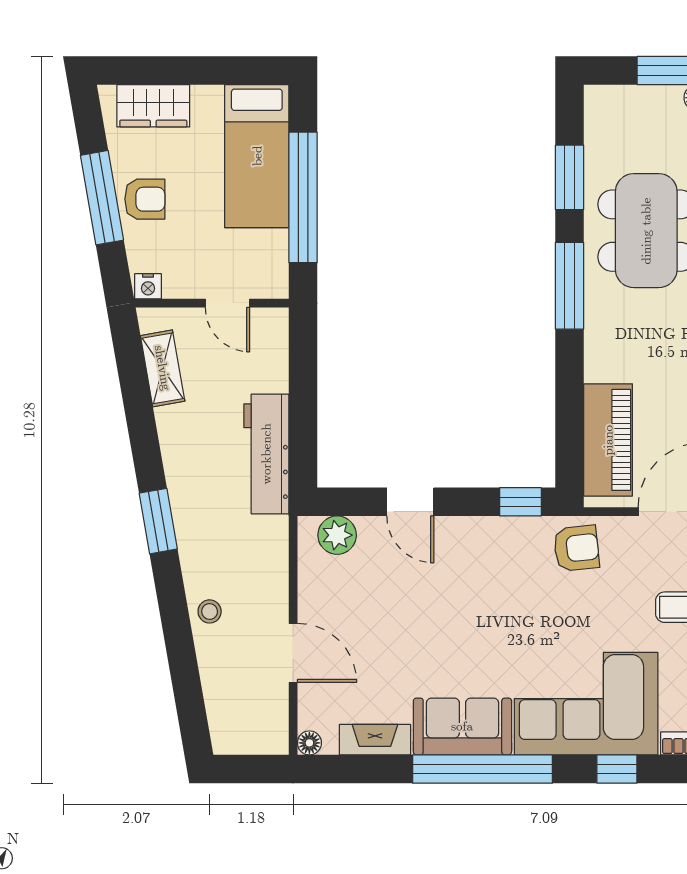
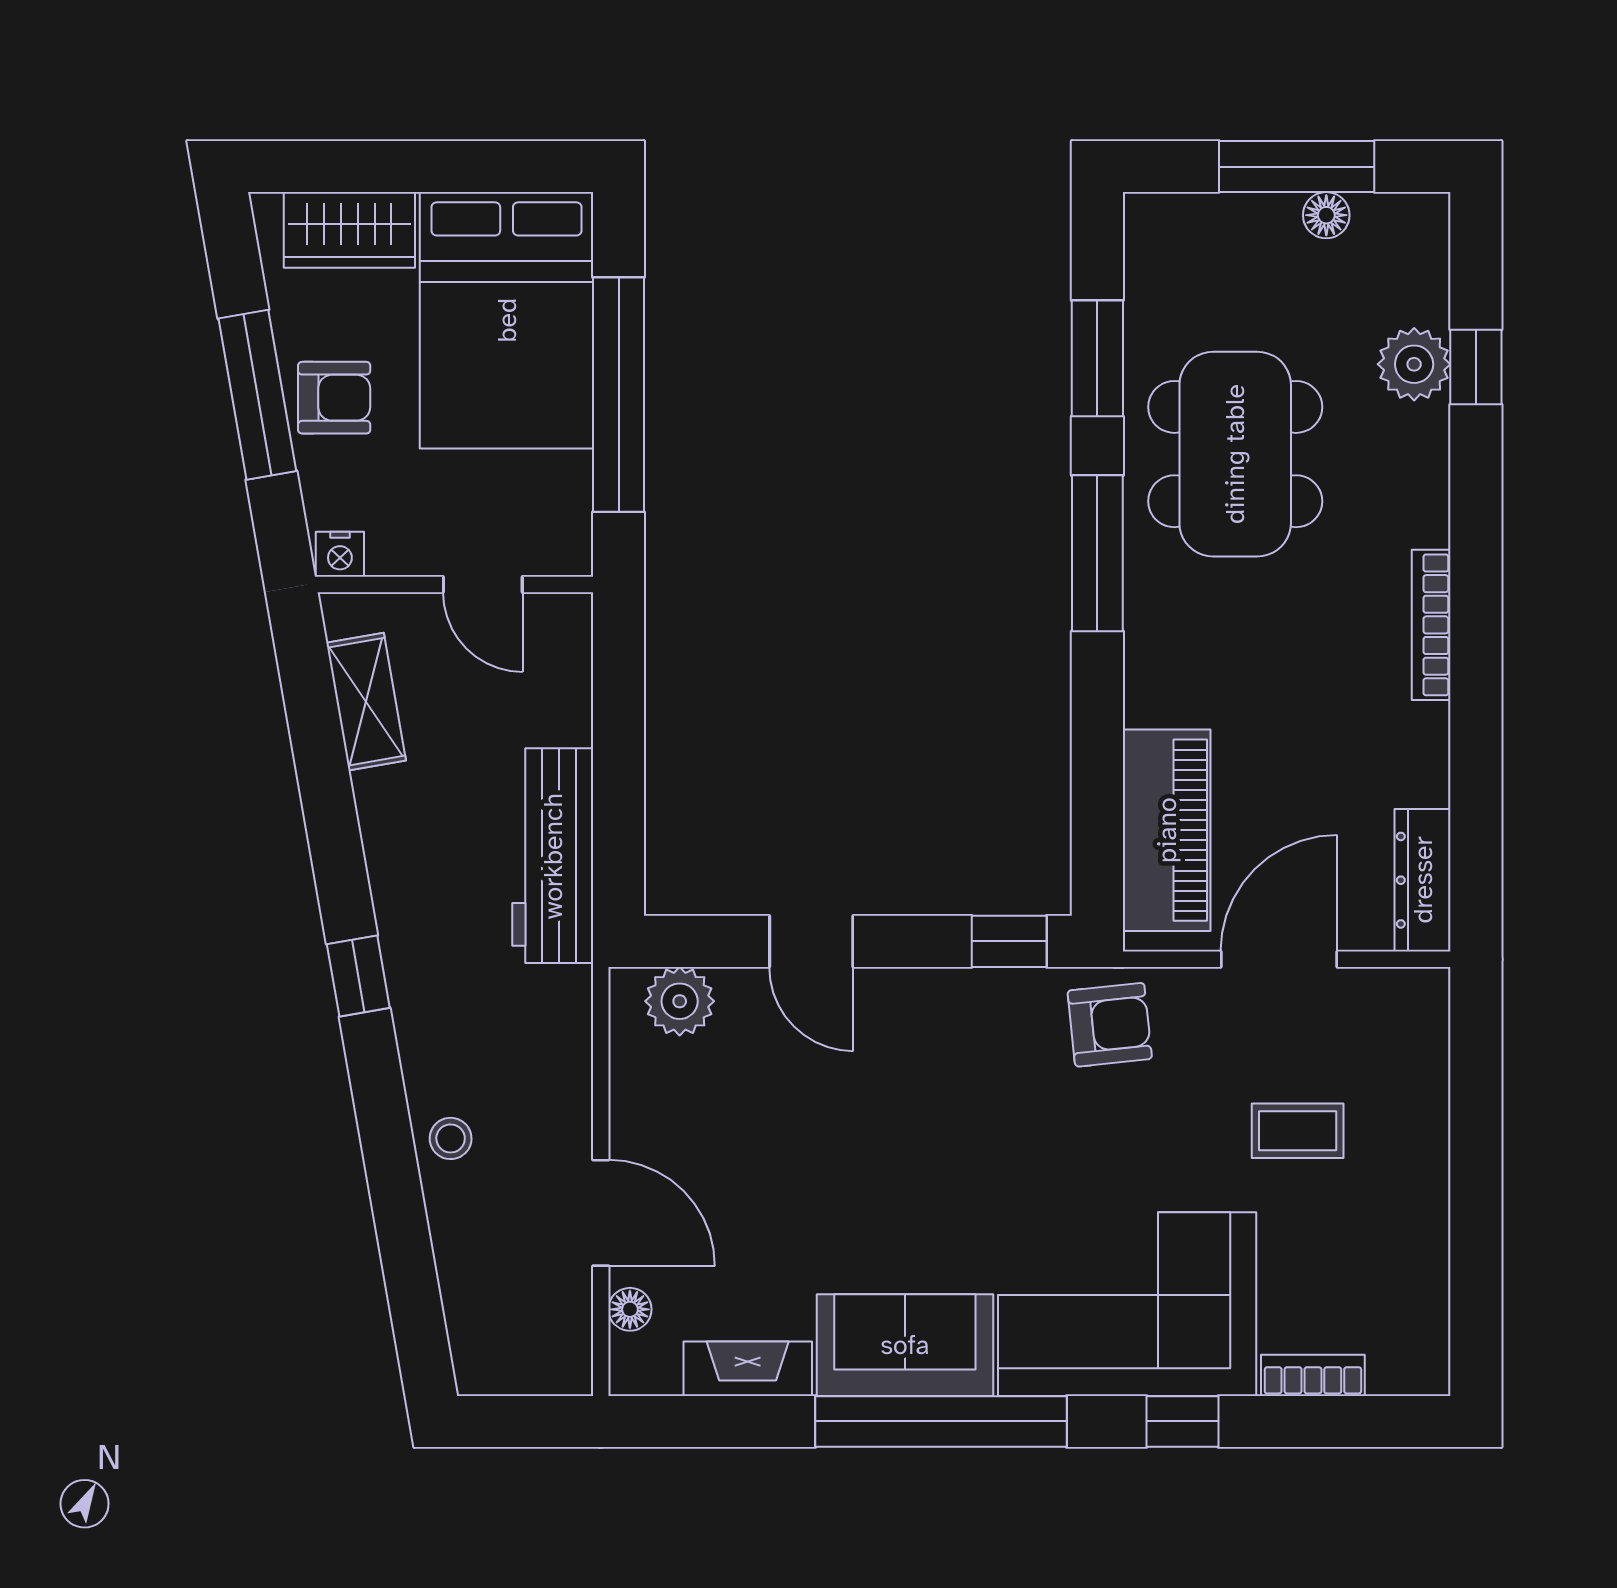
bed: (257, 156) -> (507, 320), width x1.50
window: (158, 521) -> (358, 976), width x0.67
floor lamp: (309, 743) -> (630, 1309), moved

